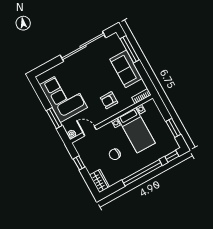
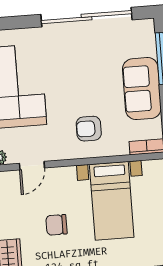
door: (90, 131) -> (32, 166), swing flipped

